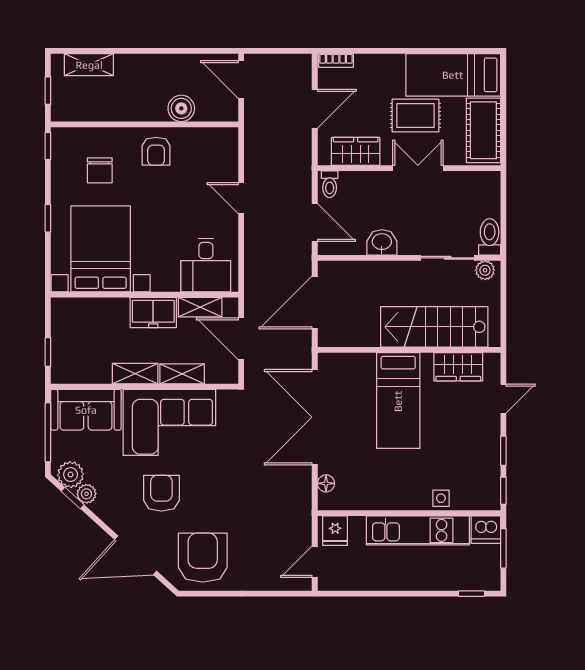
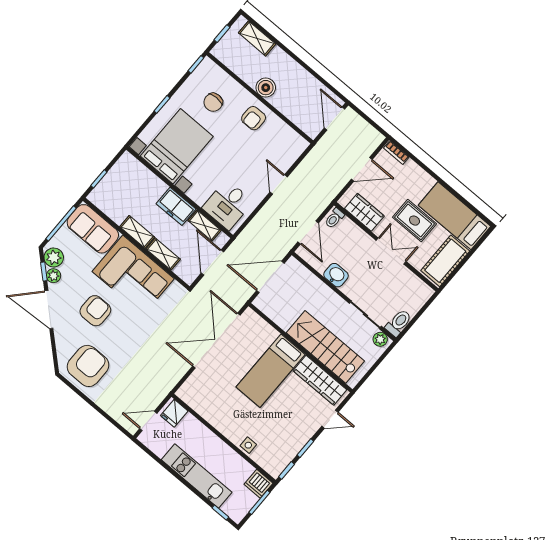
boiler: (181, 108) -> (266, 88), moved
wardrobe: (458, 367) -> (320, 380), width x1.50
floor lamp: (326, 483) -> (191, 383), removed
kitchen unit: (418, 530) -> (197, 476), moved, turned 180
door: (136, 555) -> (49, 309), moved

